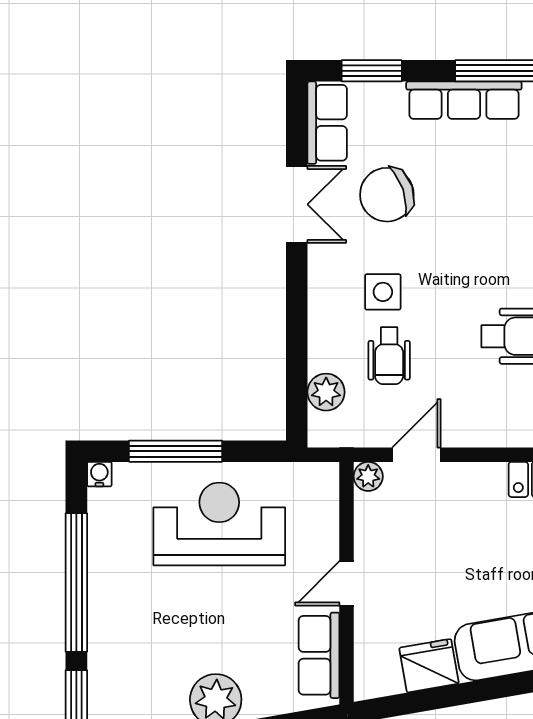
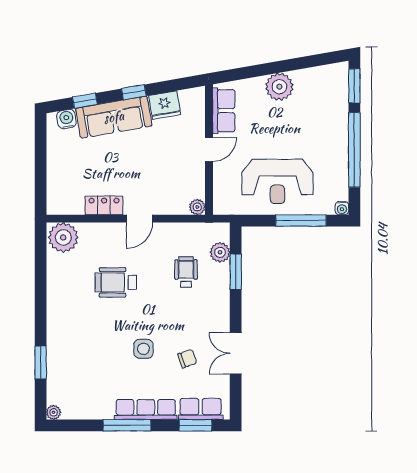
row of seats: (327, 123) -> (201, 409), moved, turned 90
chair: (387, 195) -> (187, 359), width x0.54, depth x0.54
side table: (383, 292) -> (143, 349), moved
window: (297, 356) -> (236, 272), added
door: (416, 455) -> (139, 219), moved
window: (486, 690) -> (134, 92), added

